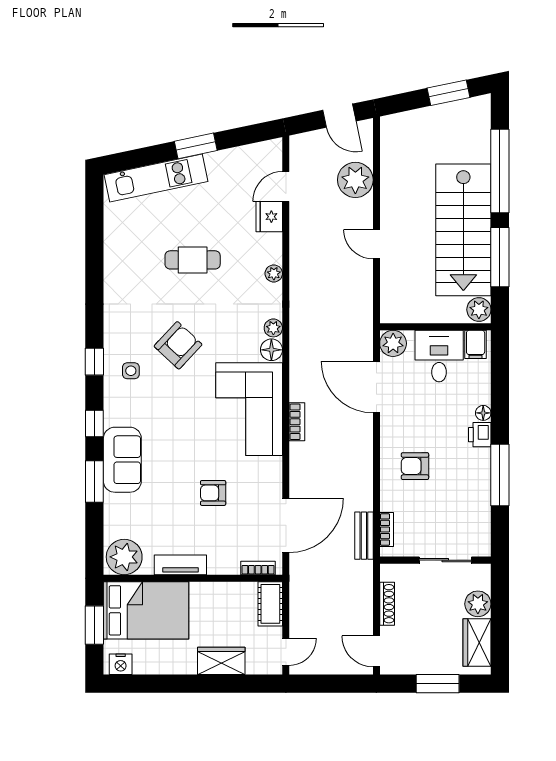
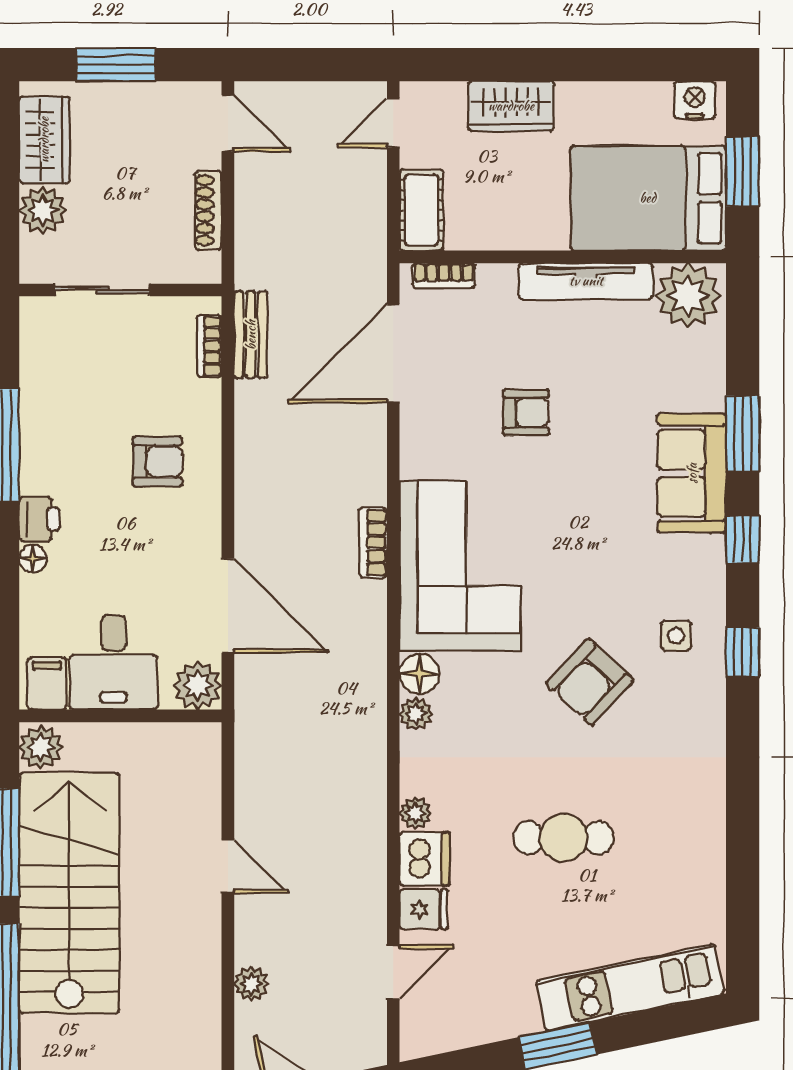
plant: (355, 180) -> (251, 984), width x0.53, depth x0.53
fridge: (269, 217) -> (423, 909), width x0.72
dishwasher: (269, 248) -> (424, 859), added
tv unit: (180, 565) -> (586, 281), width x1.41

